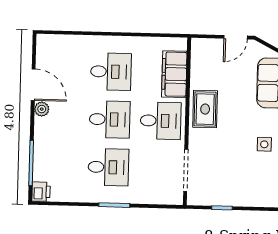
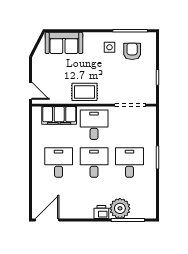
door: (236, 37) -> (31, 91), moved
door: (33, 85) -> (47, 220), moved
plant: (42, 109) -> (120, 208), moved, width x1.87, depth x1.87
armchair: (258, 175) -> (132, 51), added
printer: (41, 192) -> (101, 212), moved

